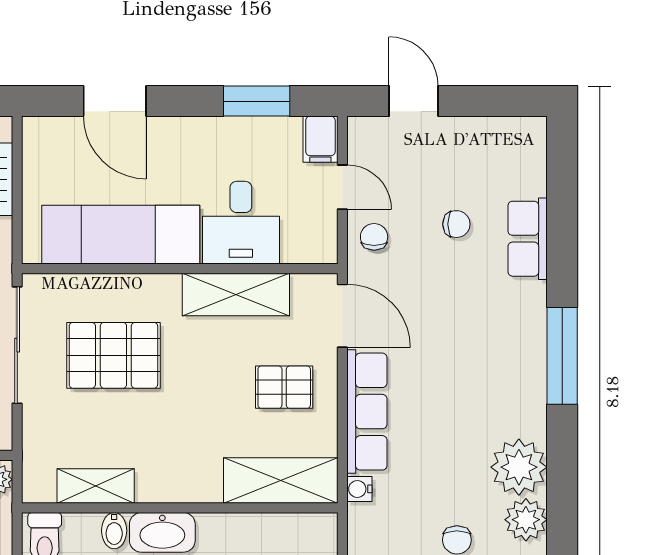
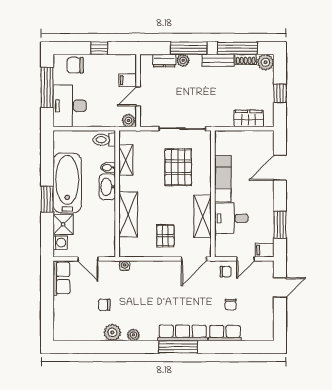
exam couch: (121, 235) -> (223, 179), width x0.73, depth x0.69
row of seats: (367, 412) -> (183, 333), moved, turned 180
plant: (519, 467) -> (133, 335), width x0.53, depth x0.53
shelving: (281, 480) -> (128, 214), moved

